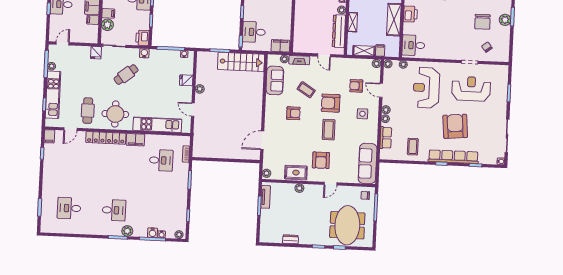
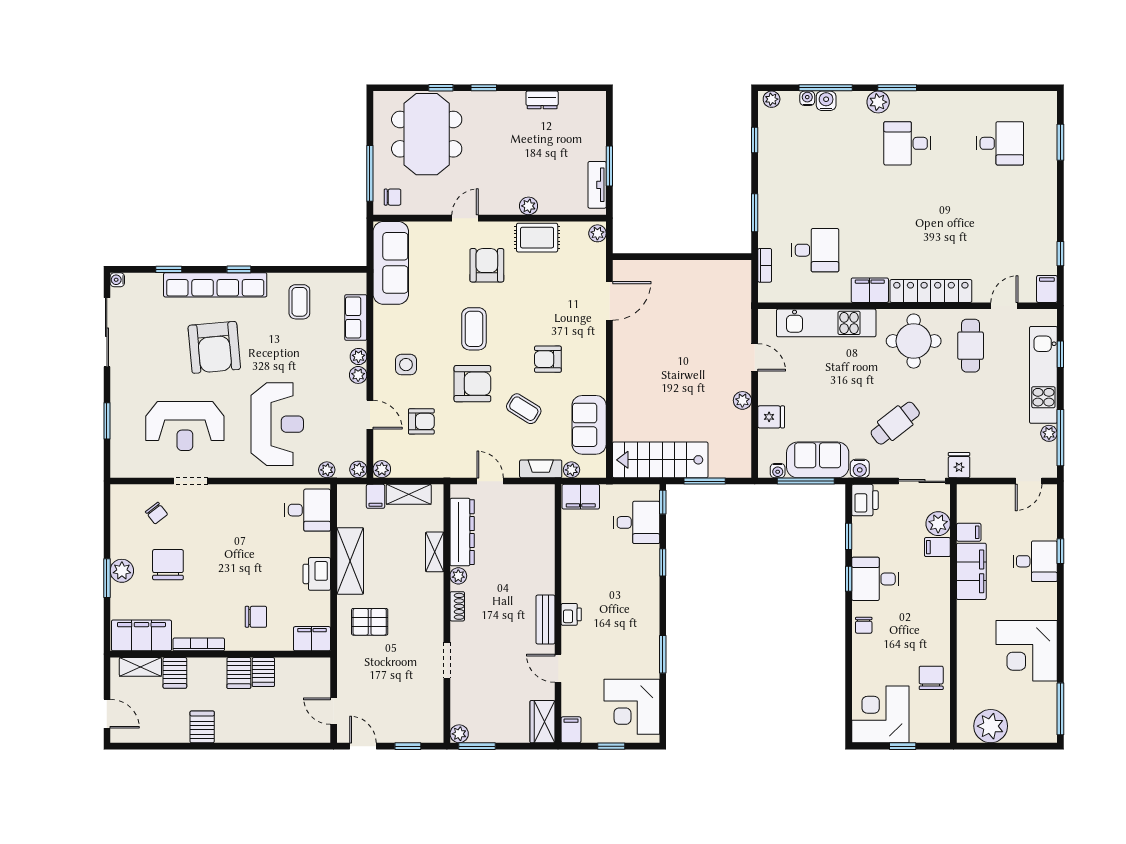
sofa: (165, 58) -> (818, 460), added
desk: (161, 160) -> (815, 250), turned 180

